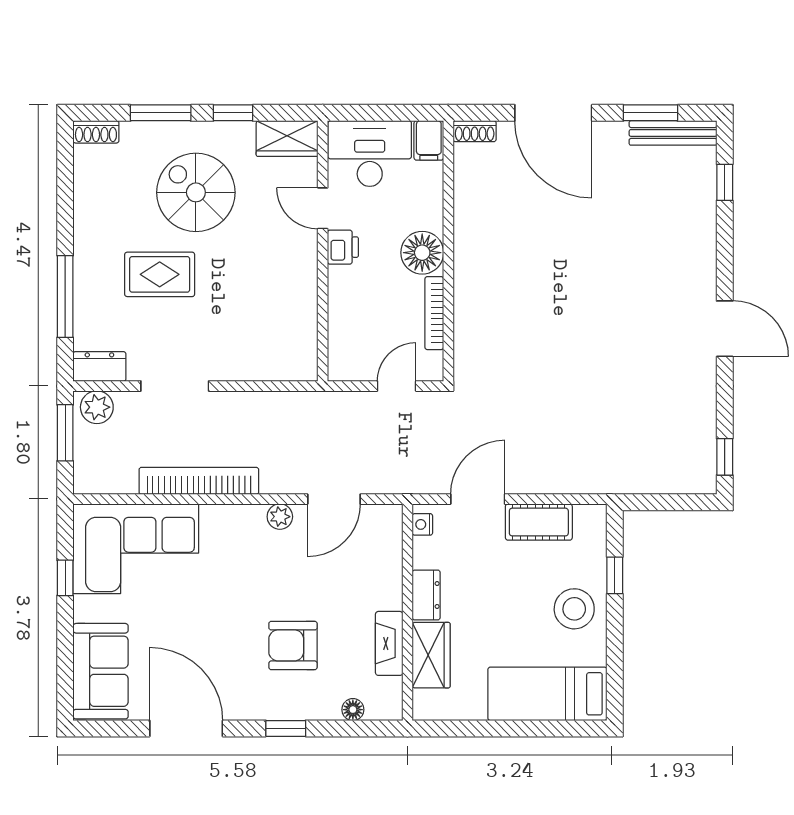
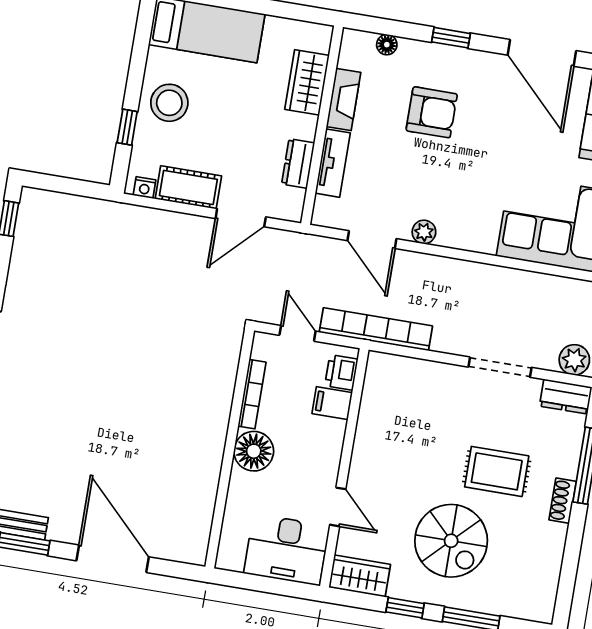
shoe rack: (475, 131) -> (187, 554), removed
shoe rack: (96, 132) -> (563, 501), moved, turned -90
filing cabinet: (429, 140) -> (332, 403), moved, turned -90
printer: (343, 247) -> (341, 372), moved
door: (397, 386) -> (297, 333), swing flipped
bookcase: (199, 481) -> (376, 329), moved, turned 180
door: (334, 499) -> (372, 240), swing flipped
nightstand: (422, 524) -> (144, 188), moved, turned 90
tv unit: (389, 574) -> (333, 163), added
dresser: (426, 595) -> (298, 163), moved

